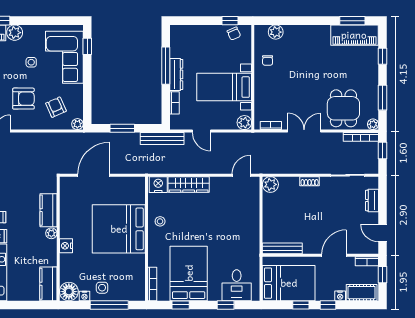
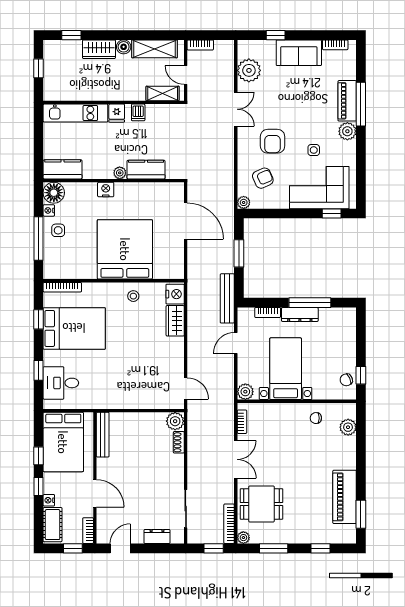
piano: (354, 35) -> (345, 497), moved
shoe rack: (310, 181) -> (179, 442), moved
wardrobe: (189, 184) -> (175, 321), width x0.67

